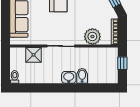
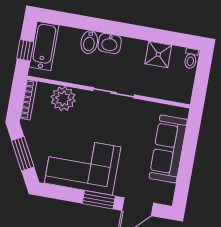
shower: (33, 55) -> (158, 54), moved
bathtub: (111, 68) -> (44, 46), added

